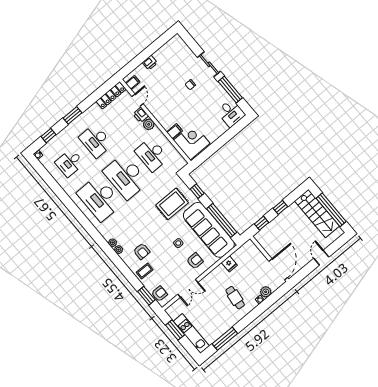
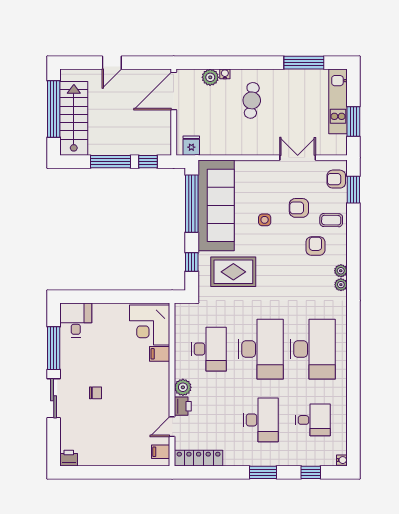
printer: (150, 63) -> (69, 458), moved
window: (280, 207) -> (110, 162), width x2.17
armchair: (195, 261) -> (299, 208), moved
fridge: (229, 264) -> (191, 146), moved

